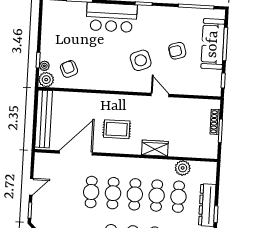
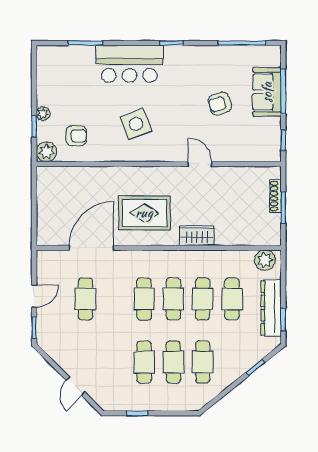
sofa: (213, 44) -> (267, 92), width x0.73
side table: (141, 60) -> (136, 124), moved
plant: (44, 66) -> (43, 114), moved
armchair: (69, 69) -> (76, 136), turned 115
bench: (44, 119) -> (46, 205), removed
rug: (117, 129) -> (144, 213), width x1.36, depth x1.43
plant: (183, 168) -> (265, 260), moved
cafe table: (91, 192) -> (85, 299), moved

